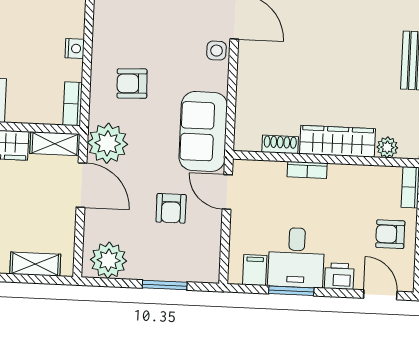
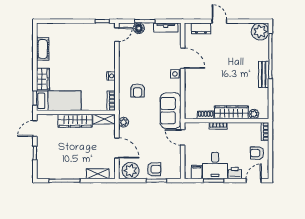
armchair: (132, 83) -> (138, 90), turned -88
plant: (108, 143) -> (123, 122), width x0.53, depth x0.53
door: (81, 185) -> (117, 148), moved
armchair: (171, 208) -> (154, 169), moved, turned -90
door: (380, 295) -> (254, 181), hinge flipped

